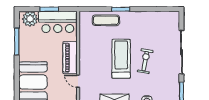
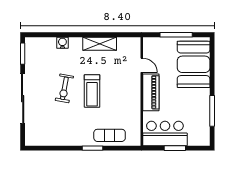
plant: (30, 19) -> (197, 137), removed
treadmill: (121, 59) -> (92, 91), width x0.73, depth x0.73

